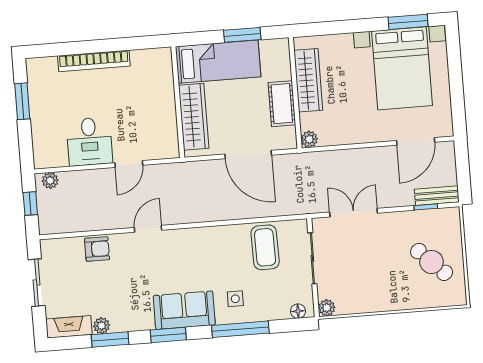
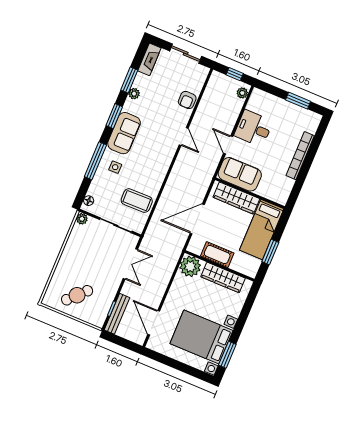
sofa: (160, 128) -> (240, 174), added
plant: (309, 139) -> (190, 266), width x1.88, depth x1.88
bench: (437, 196) -> (117, 314), width x1.36
plant: (102, 326) -> (134, 94), moved

